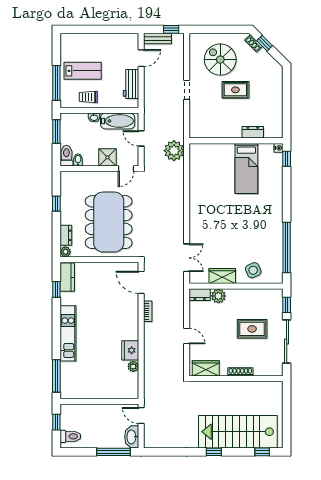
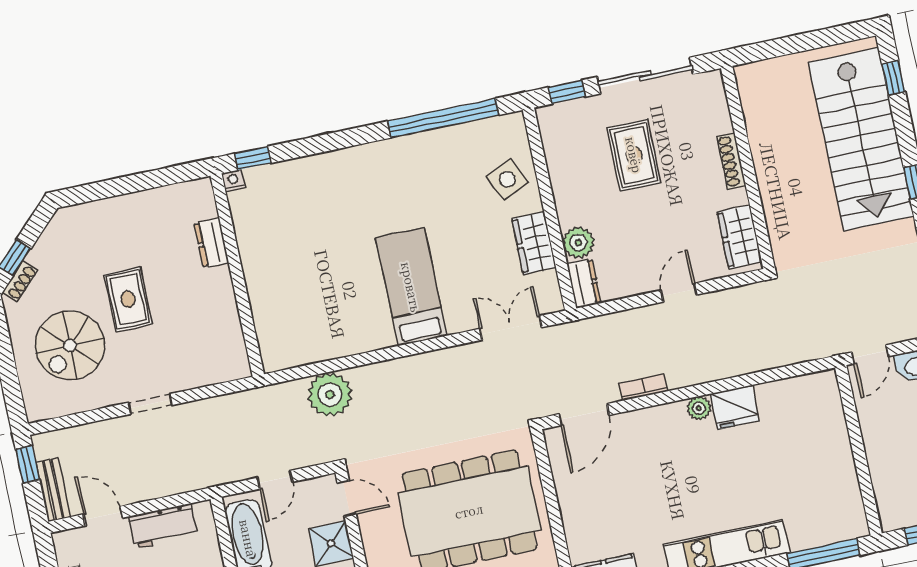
plant: (174, 151) -> (330, 394), moved
bed: (246, 168) -> (411, 287), moved, turned -90
plant: (133, 366) -> (699, 408), moved

